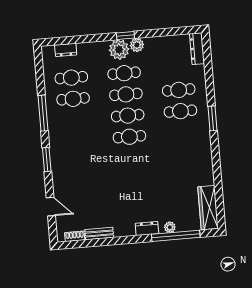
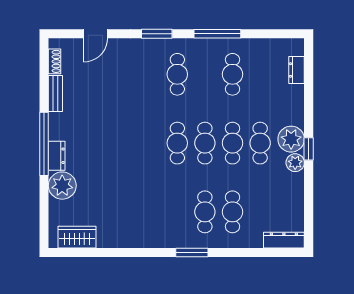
cafe table: (71, 78) -> (177, 74), moved
wardrobe: (208, 208) -> (77, 237), width x0.67
plant: (170, 227) -> (62, 186), width x1.87, depth x1.87
window: (176, 236) -> (44, 144), moved

